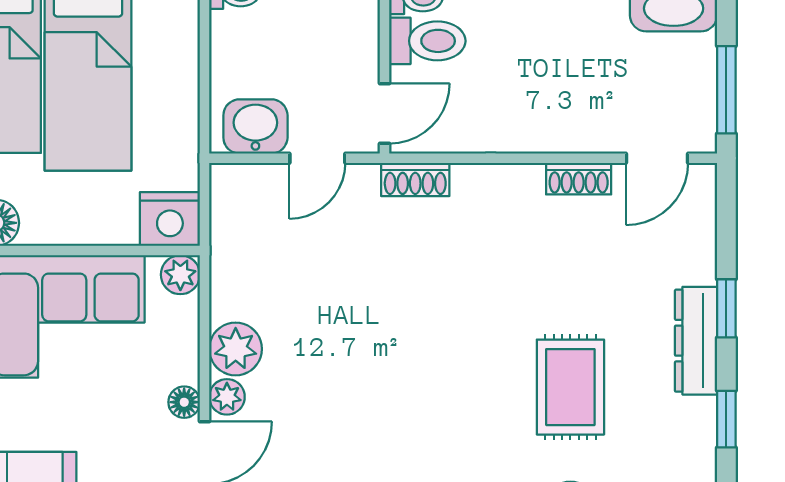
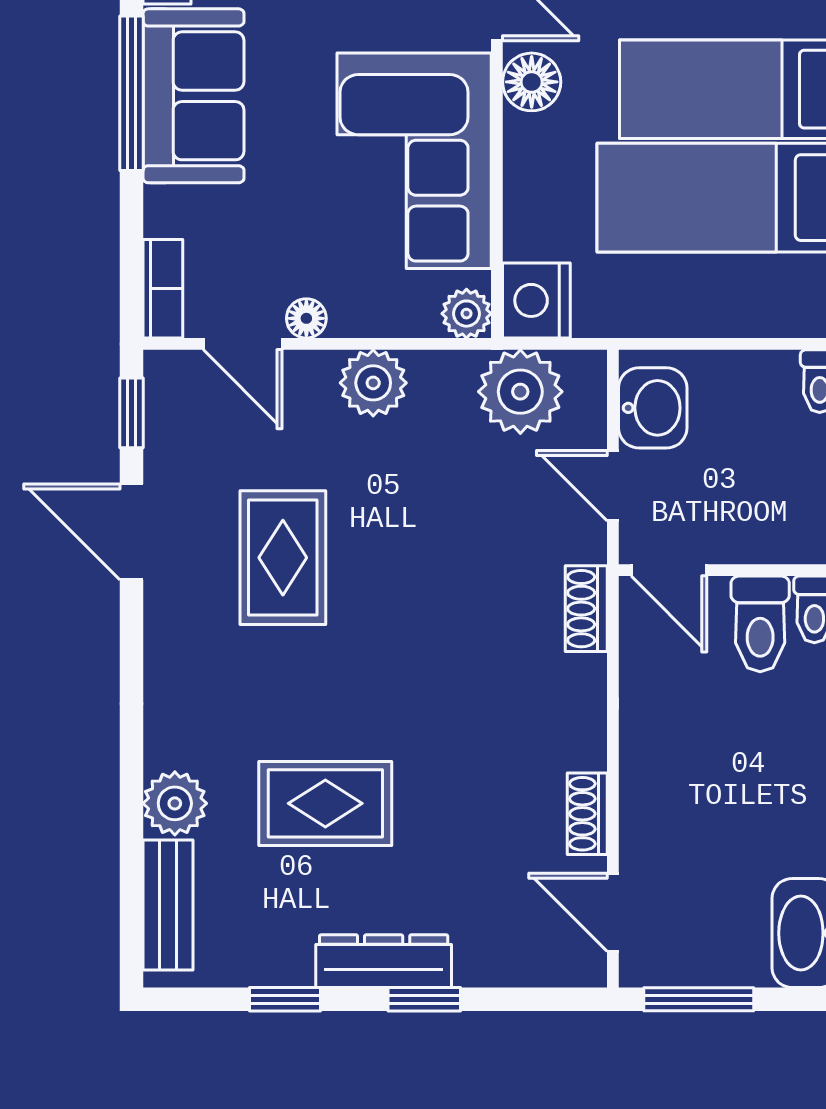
plant: (227, 397) -> (520, 392), moved, width x1.87, depth x1.87
rug: (375, 421) -> (283, 558), added

